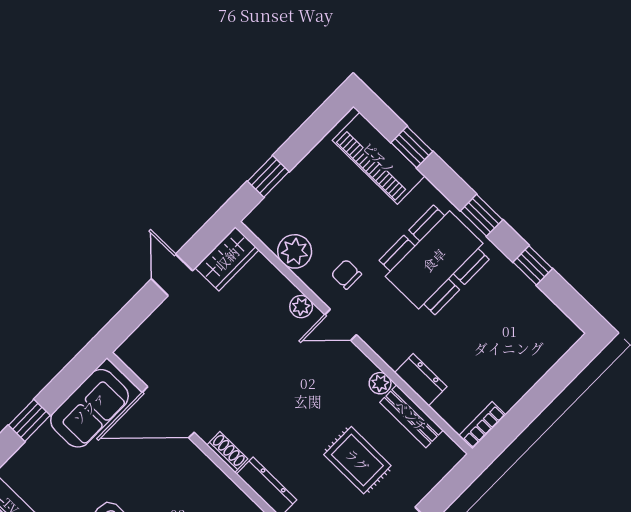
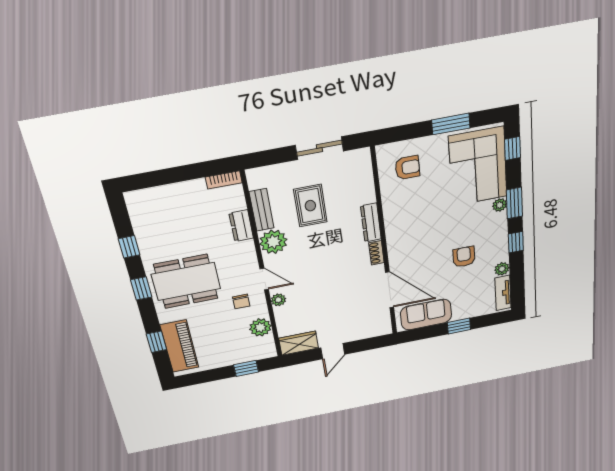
plant: (380, 383) -> (273, 242), width x1.87, depth x1.87

